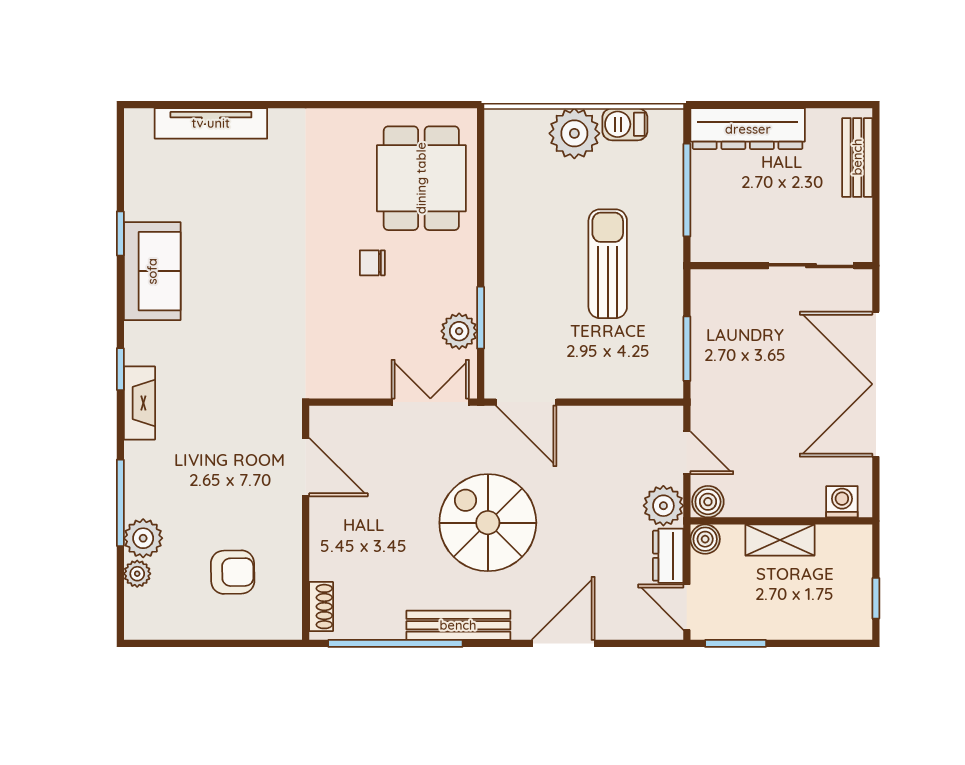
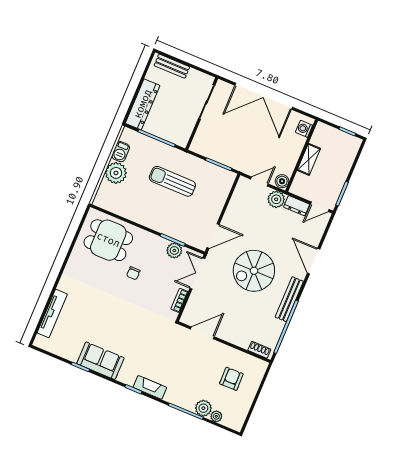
bookcase: (355, 388) -> (179, 300), added
boiler: (705, 539) -> (296, 188), removed

